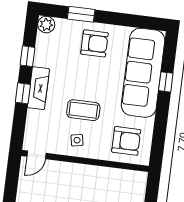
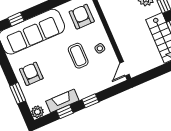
window: (166, 82) -> (16, 19), moved
fireplace: (38, 88) -> (62, 101), moved
door: (37, 155) -> (125, 69), swing flipped

